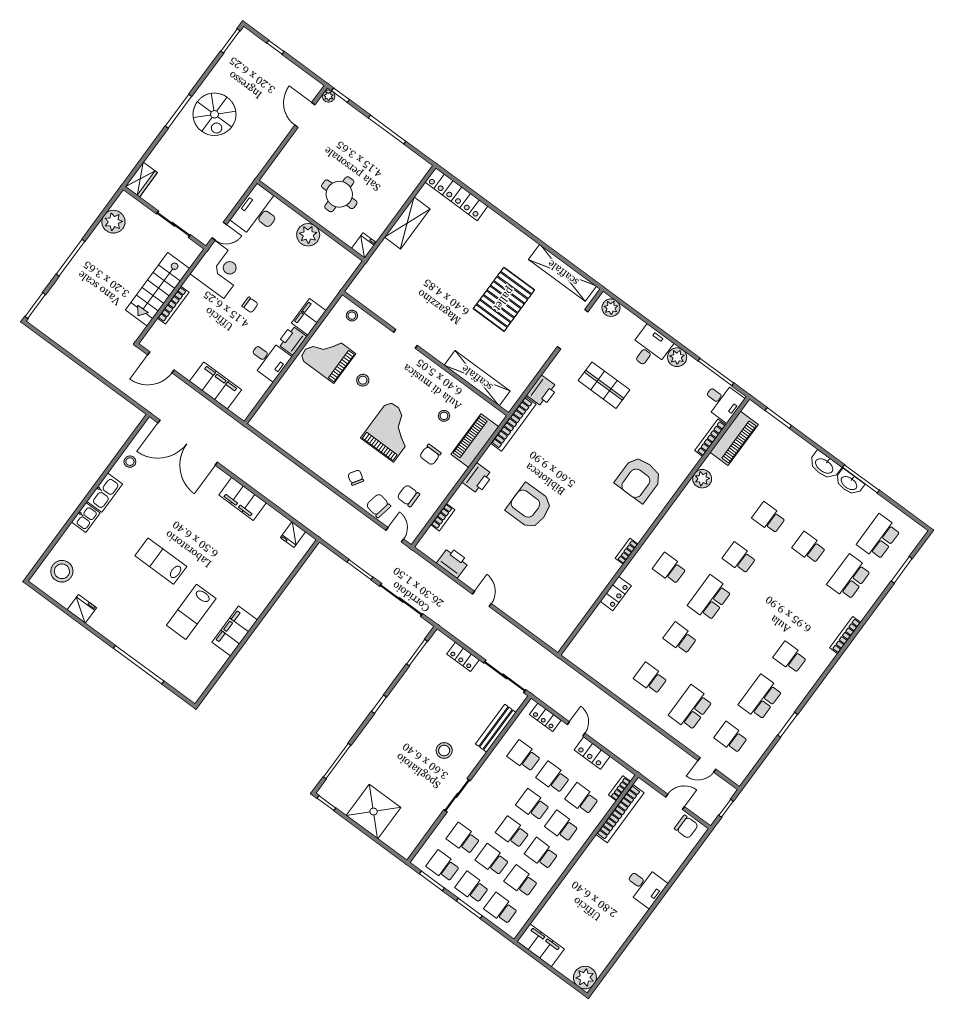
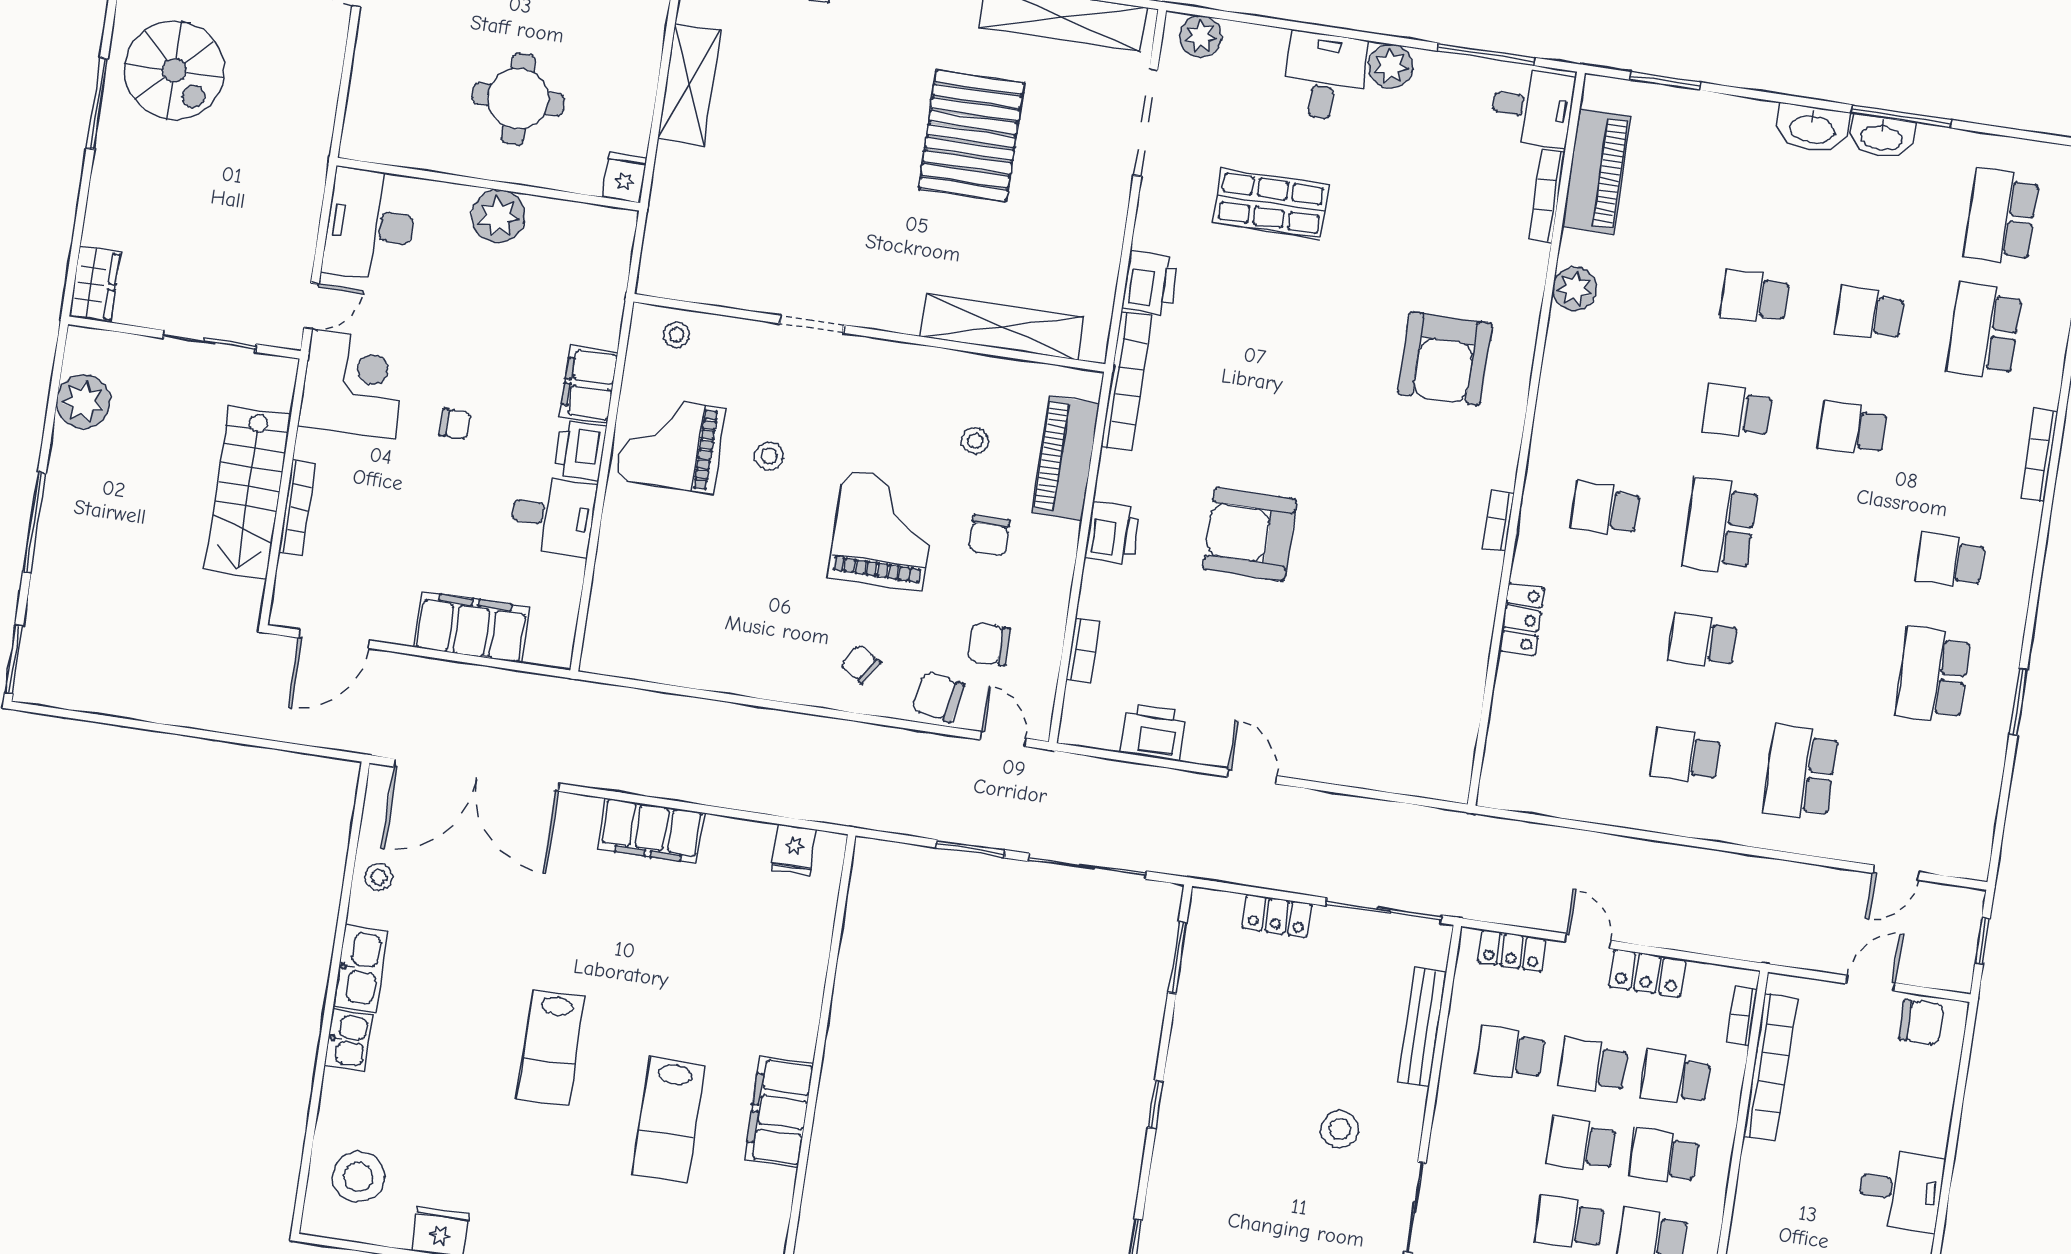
lab bench: (161, 561) -> (551, 1048), turned -90
school desk: (731, 738) -> (1852, 429), moved

